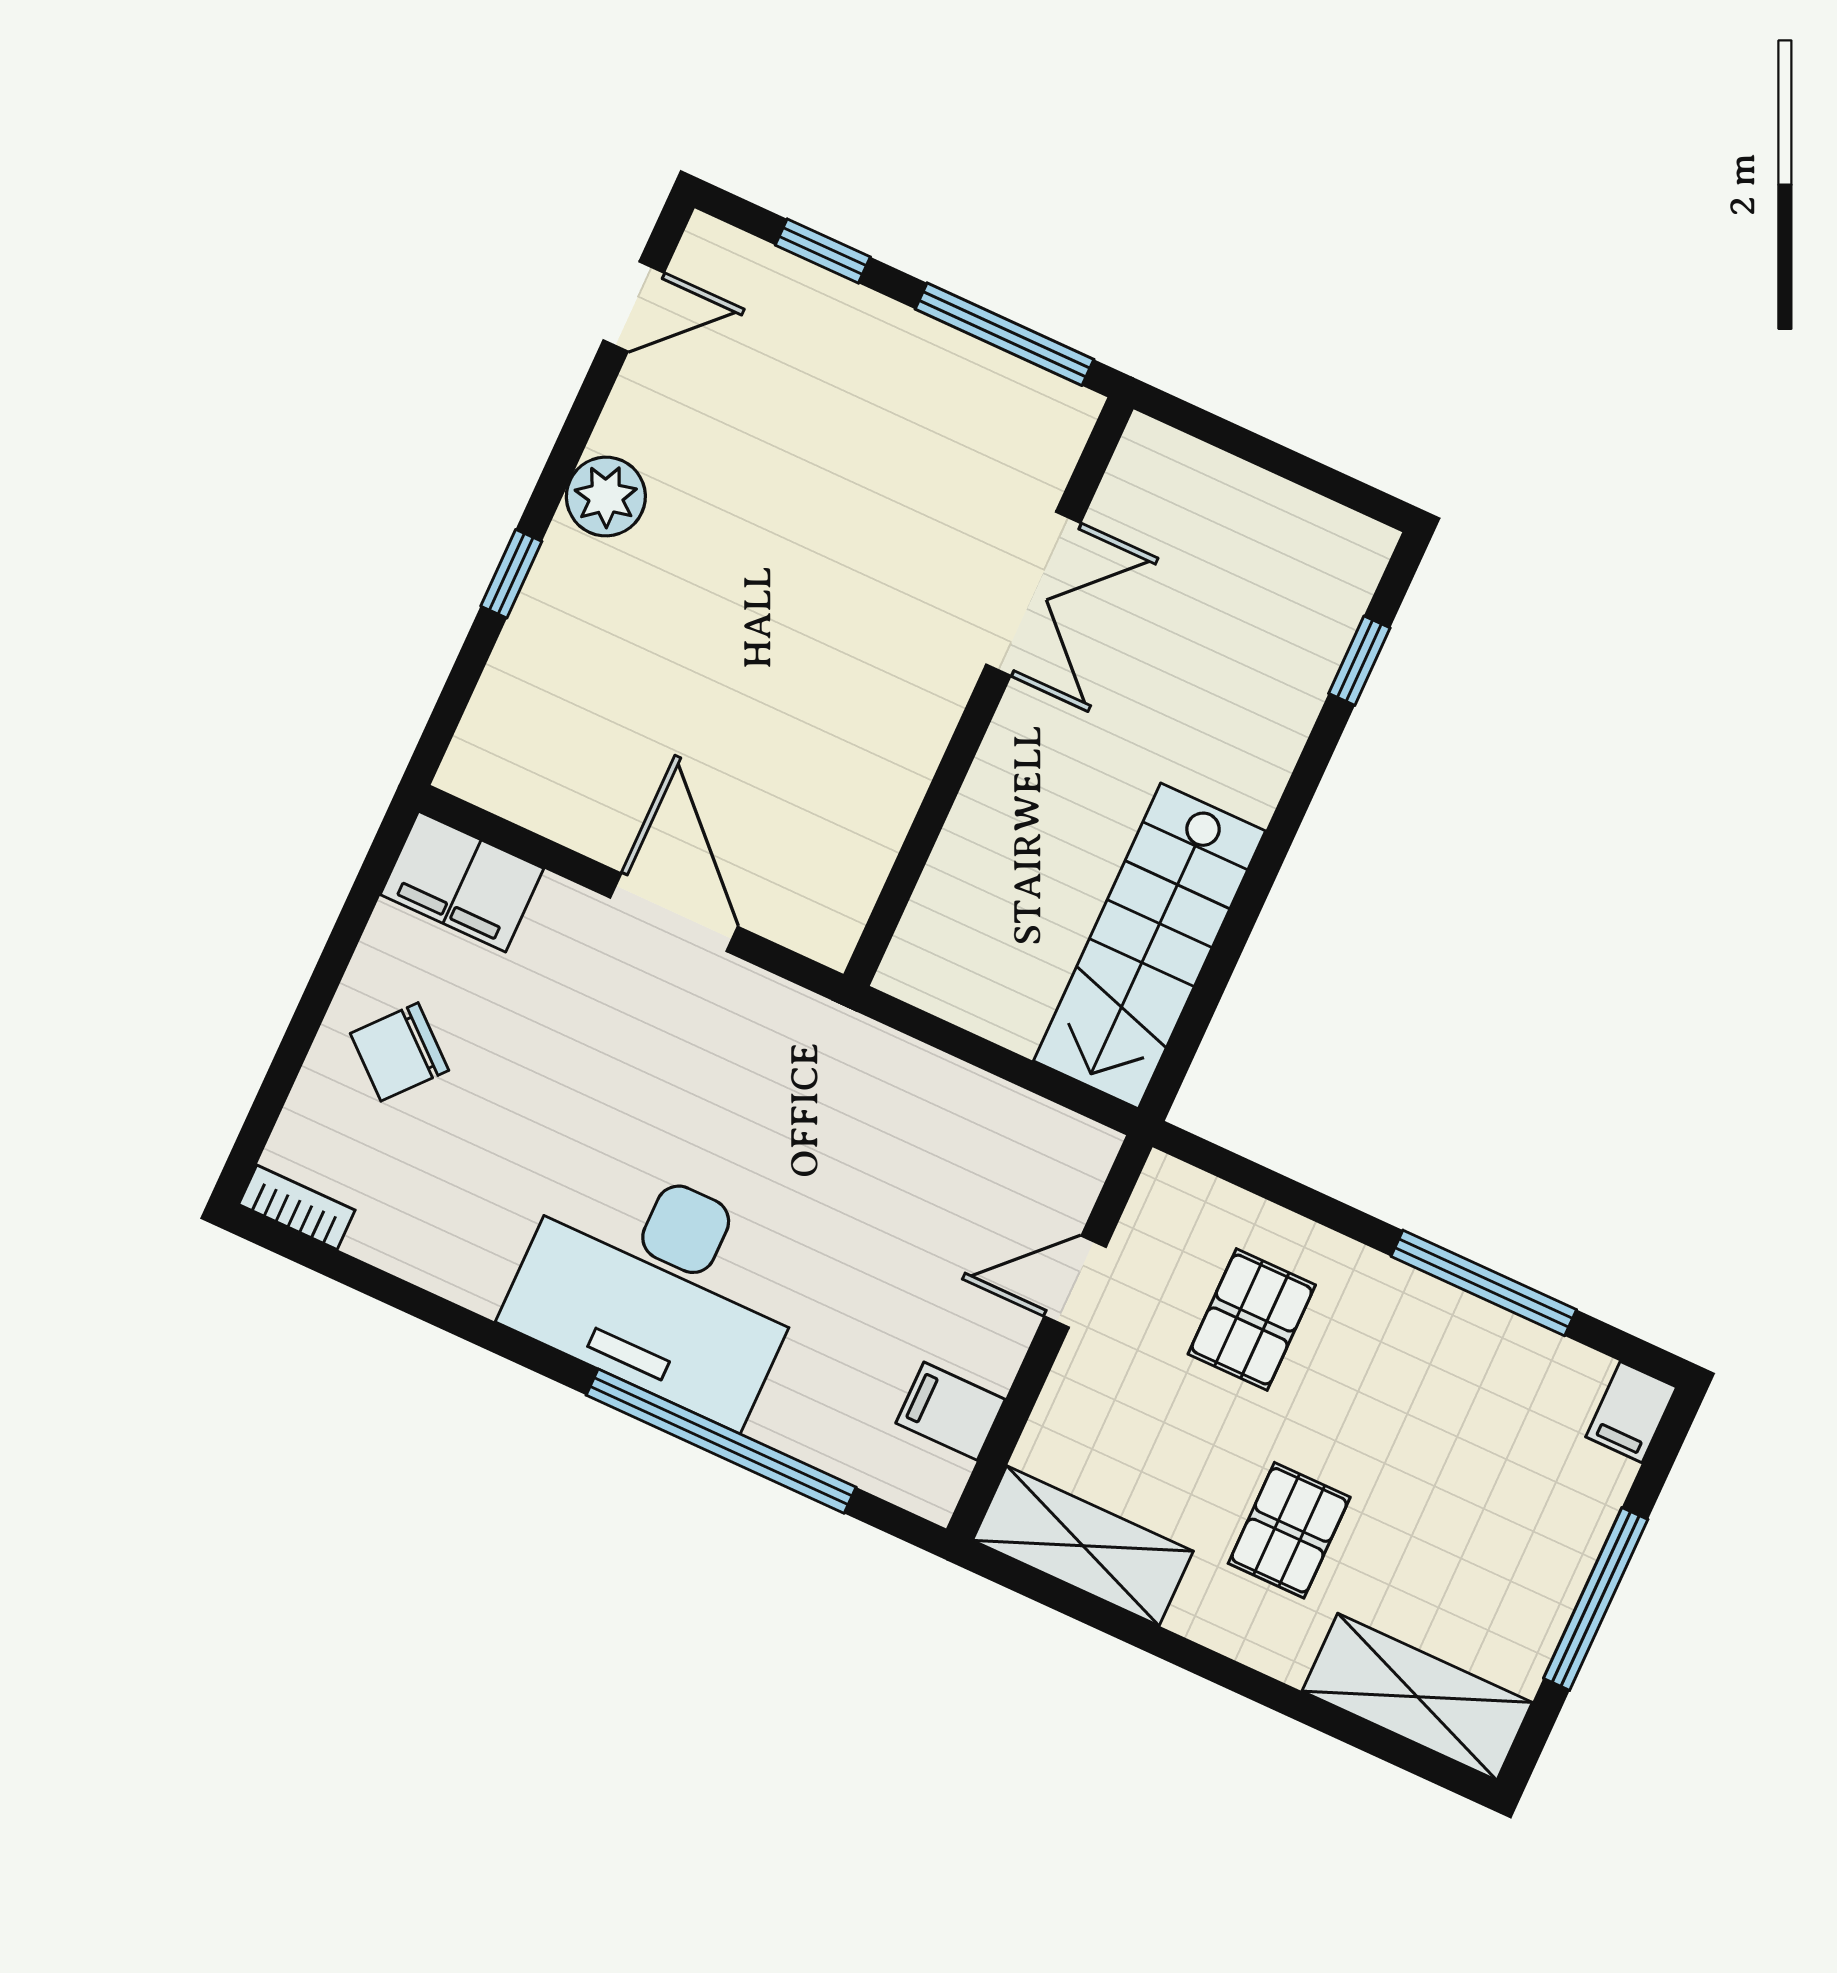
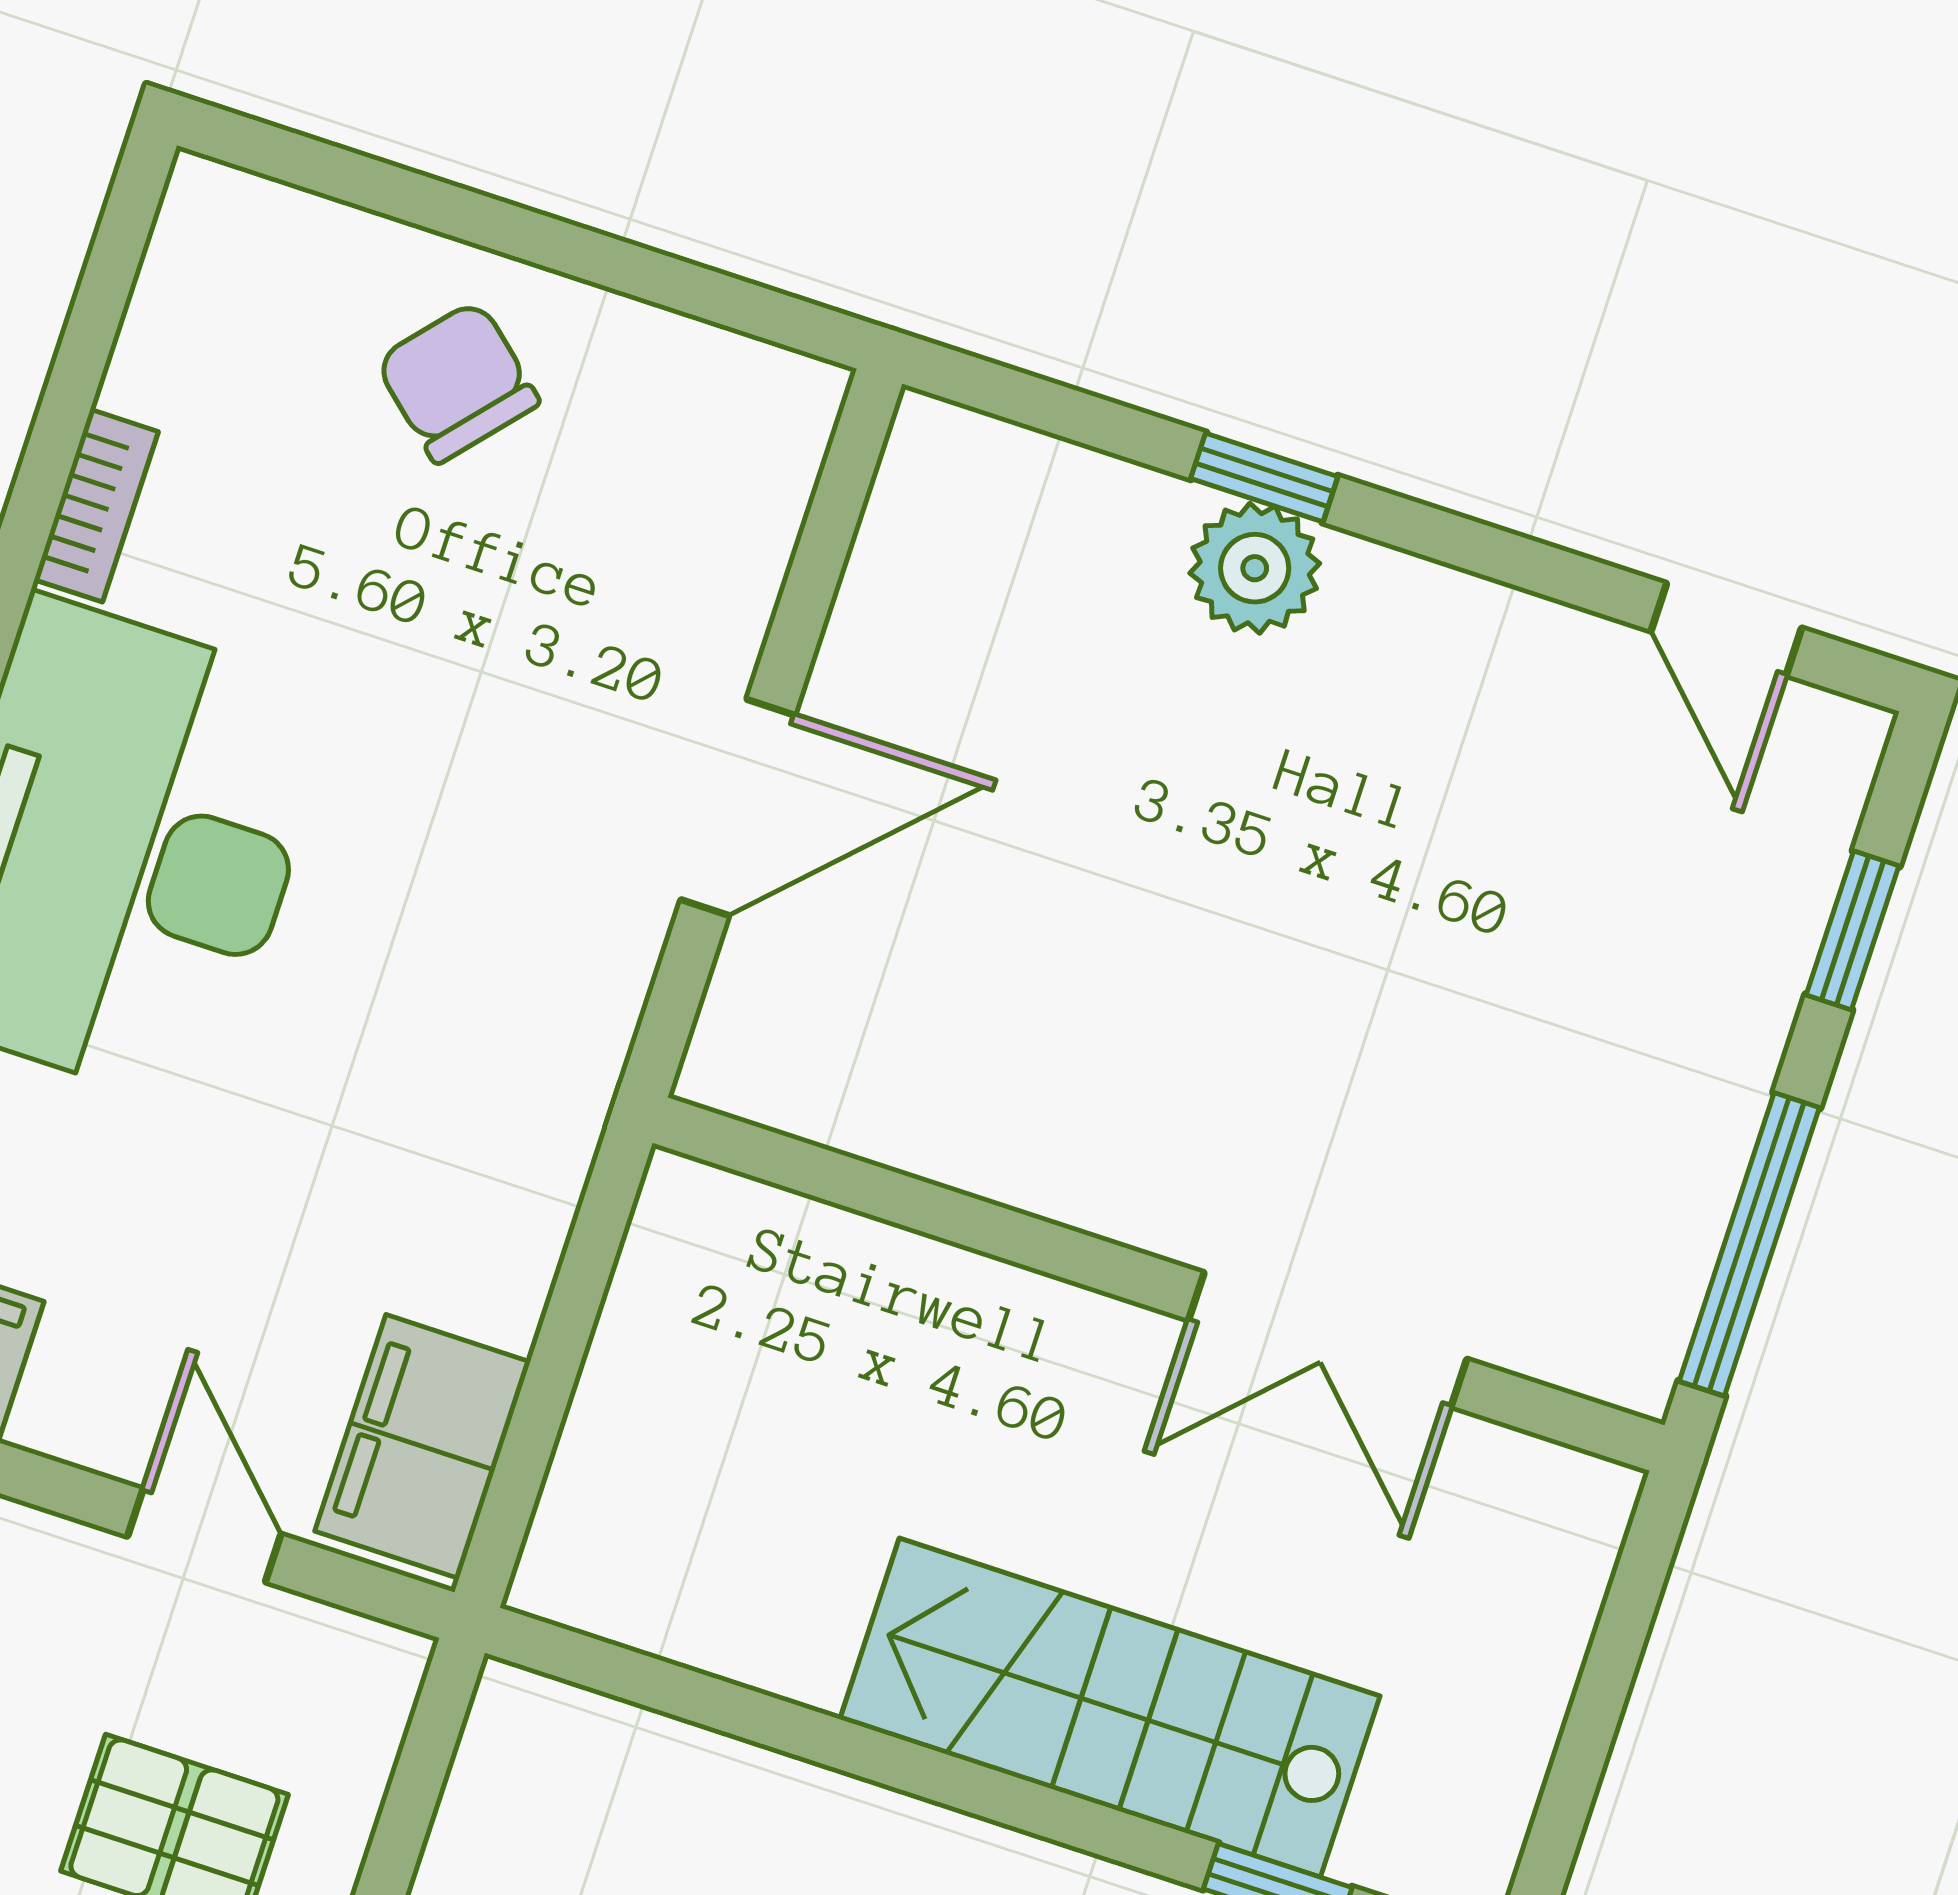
plant: (606, 497) -> (1255, 568), moved
filing cabinet: (462, 882) -> (422, 1446), moved
stairs: (1149, 946) -> (1110, 1708), moved
bookcase: (297, 1207) -> (96, 506), moved

